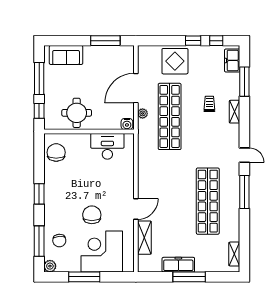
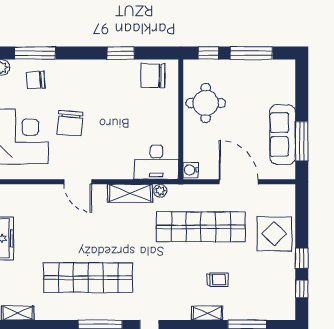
sofa: (66, 55) -> (283, 135), moved, width x1.36
freezer: (232, 60) -> (275, 310), removed
plant: (143, 113) -> (160, 191), moved
desk: (107, 146) -> (156, 162), moved, turned 90
chair: (56, 152) -> (153, 76), turned 180
window: (39, 194) -> (121, 53), moved
chair: (92, 215) -> (70, 123), turned 95
shelving: (144, 238) -> (130, 193), moved

